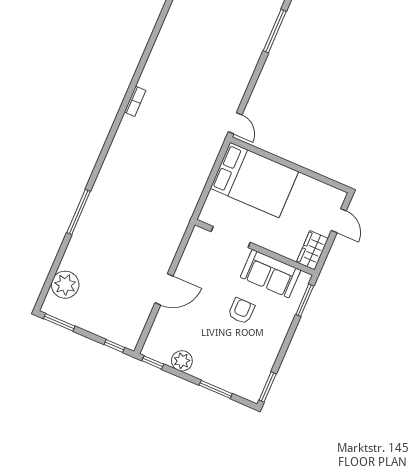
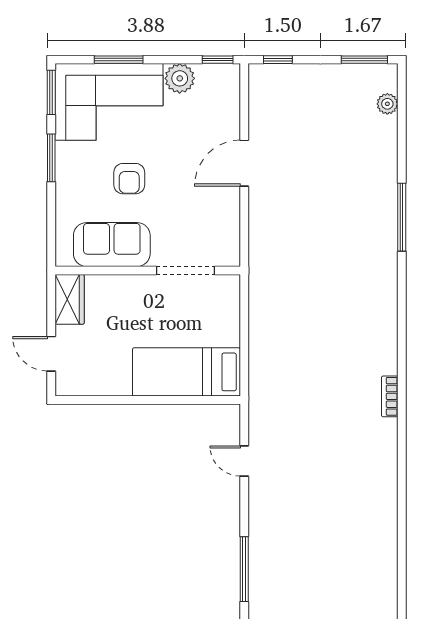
door: (235, 123) -> (244, 461), moved
bed: (254, 180) -> (186, 372), width x0.67
plant: (65, 285) -> (387, 104), width x0.53, depth x0.53
window: (305, 300) -> (51, 158), moved
corner sofa: (233, 365) -> (109, 102), added

